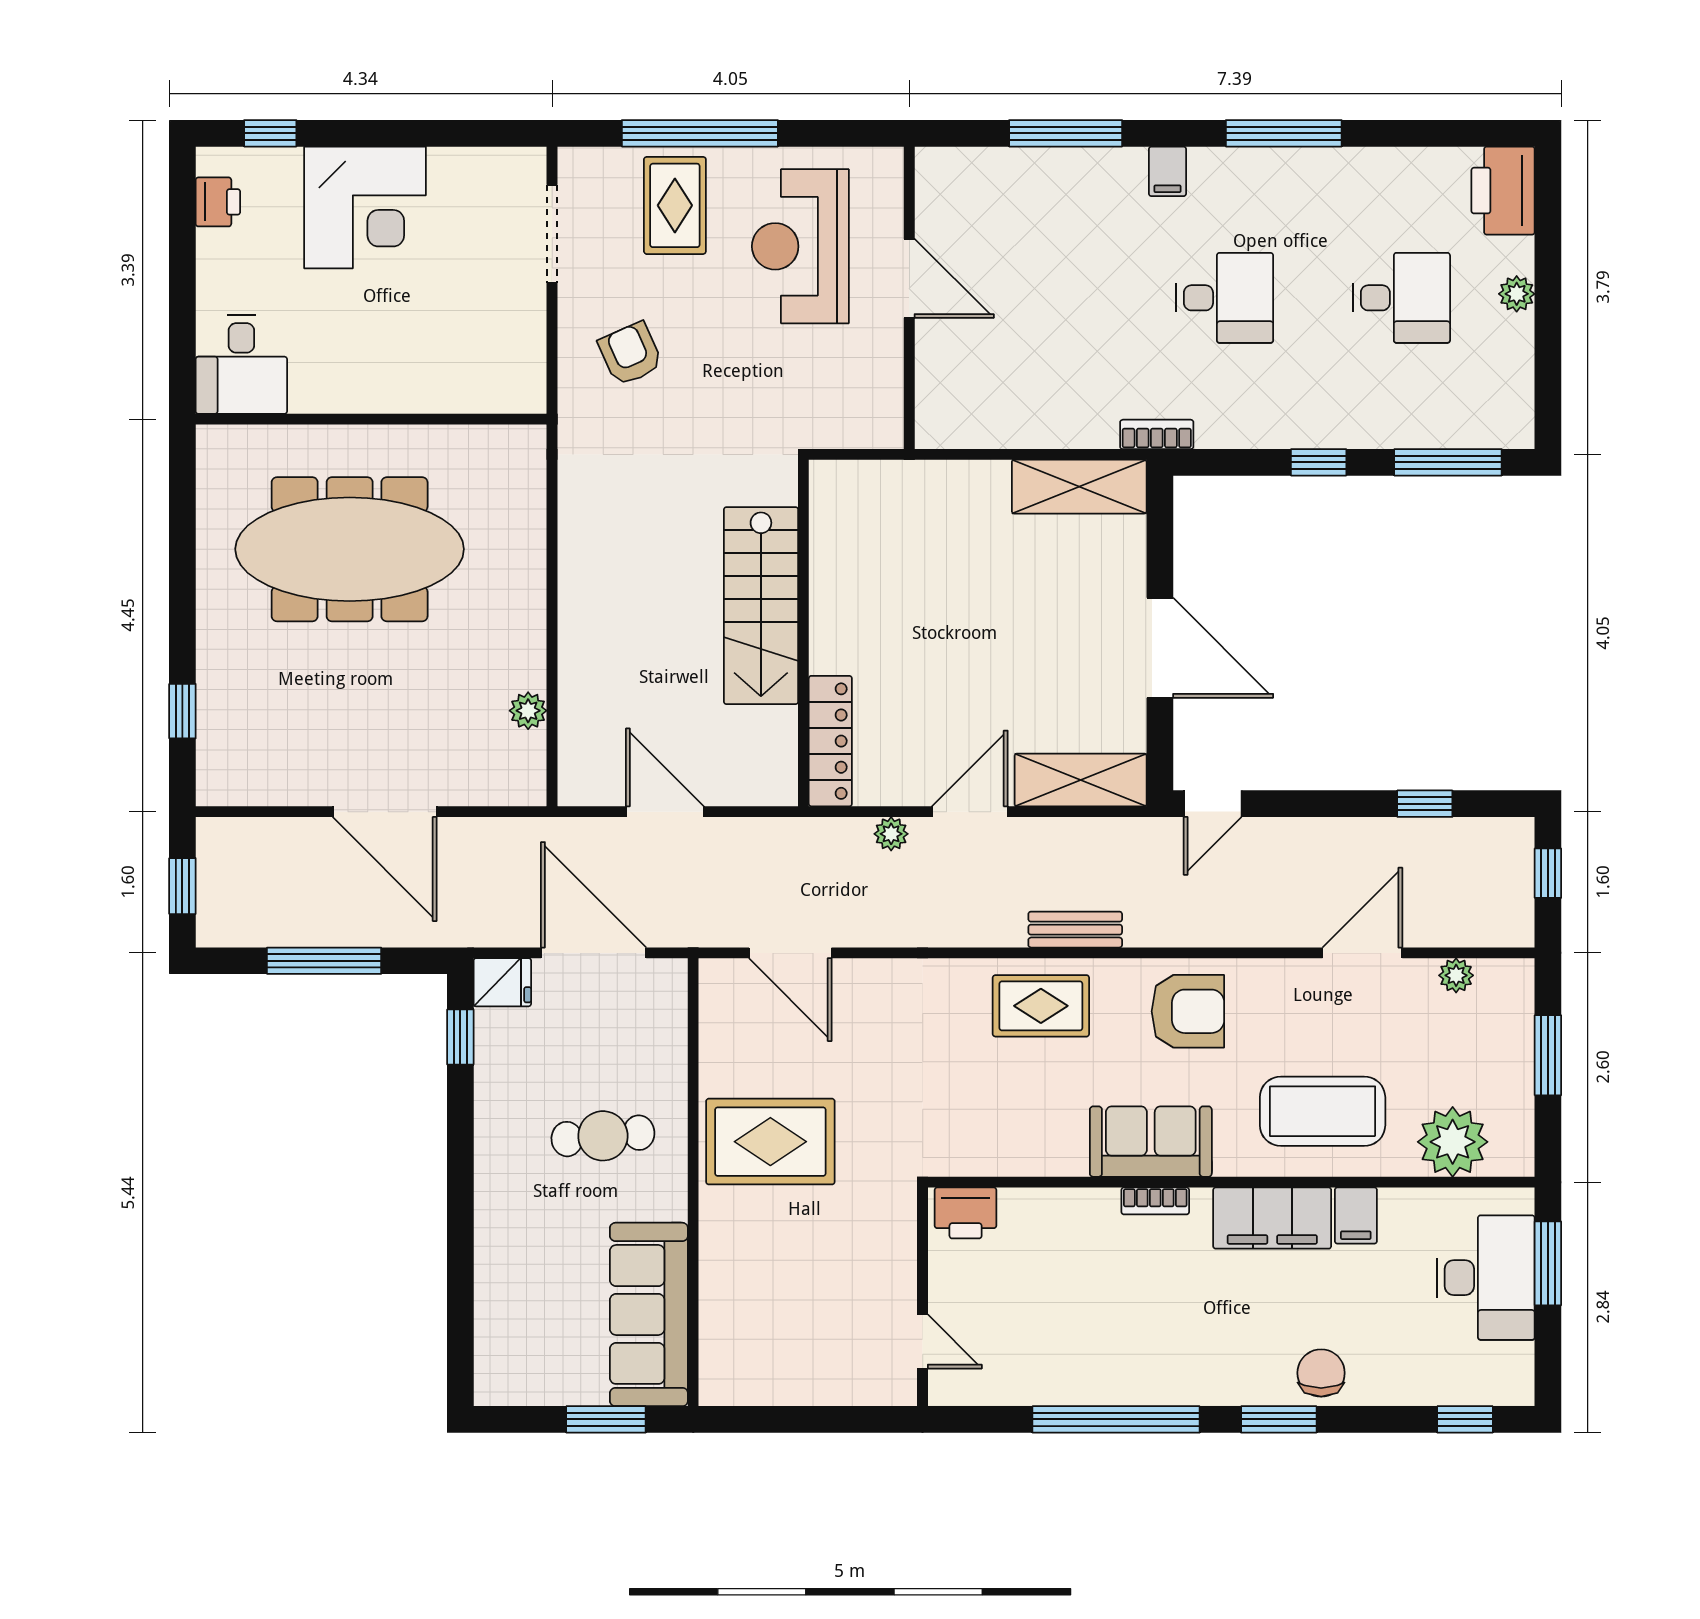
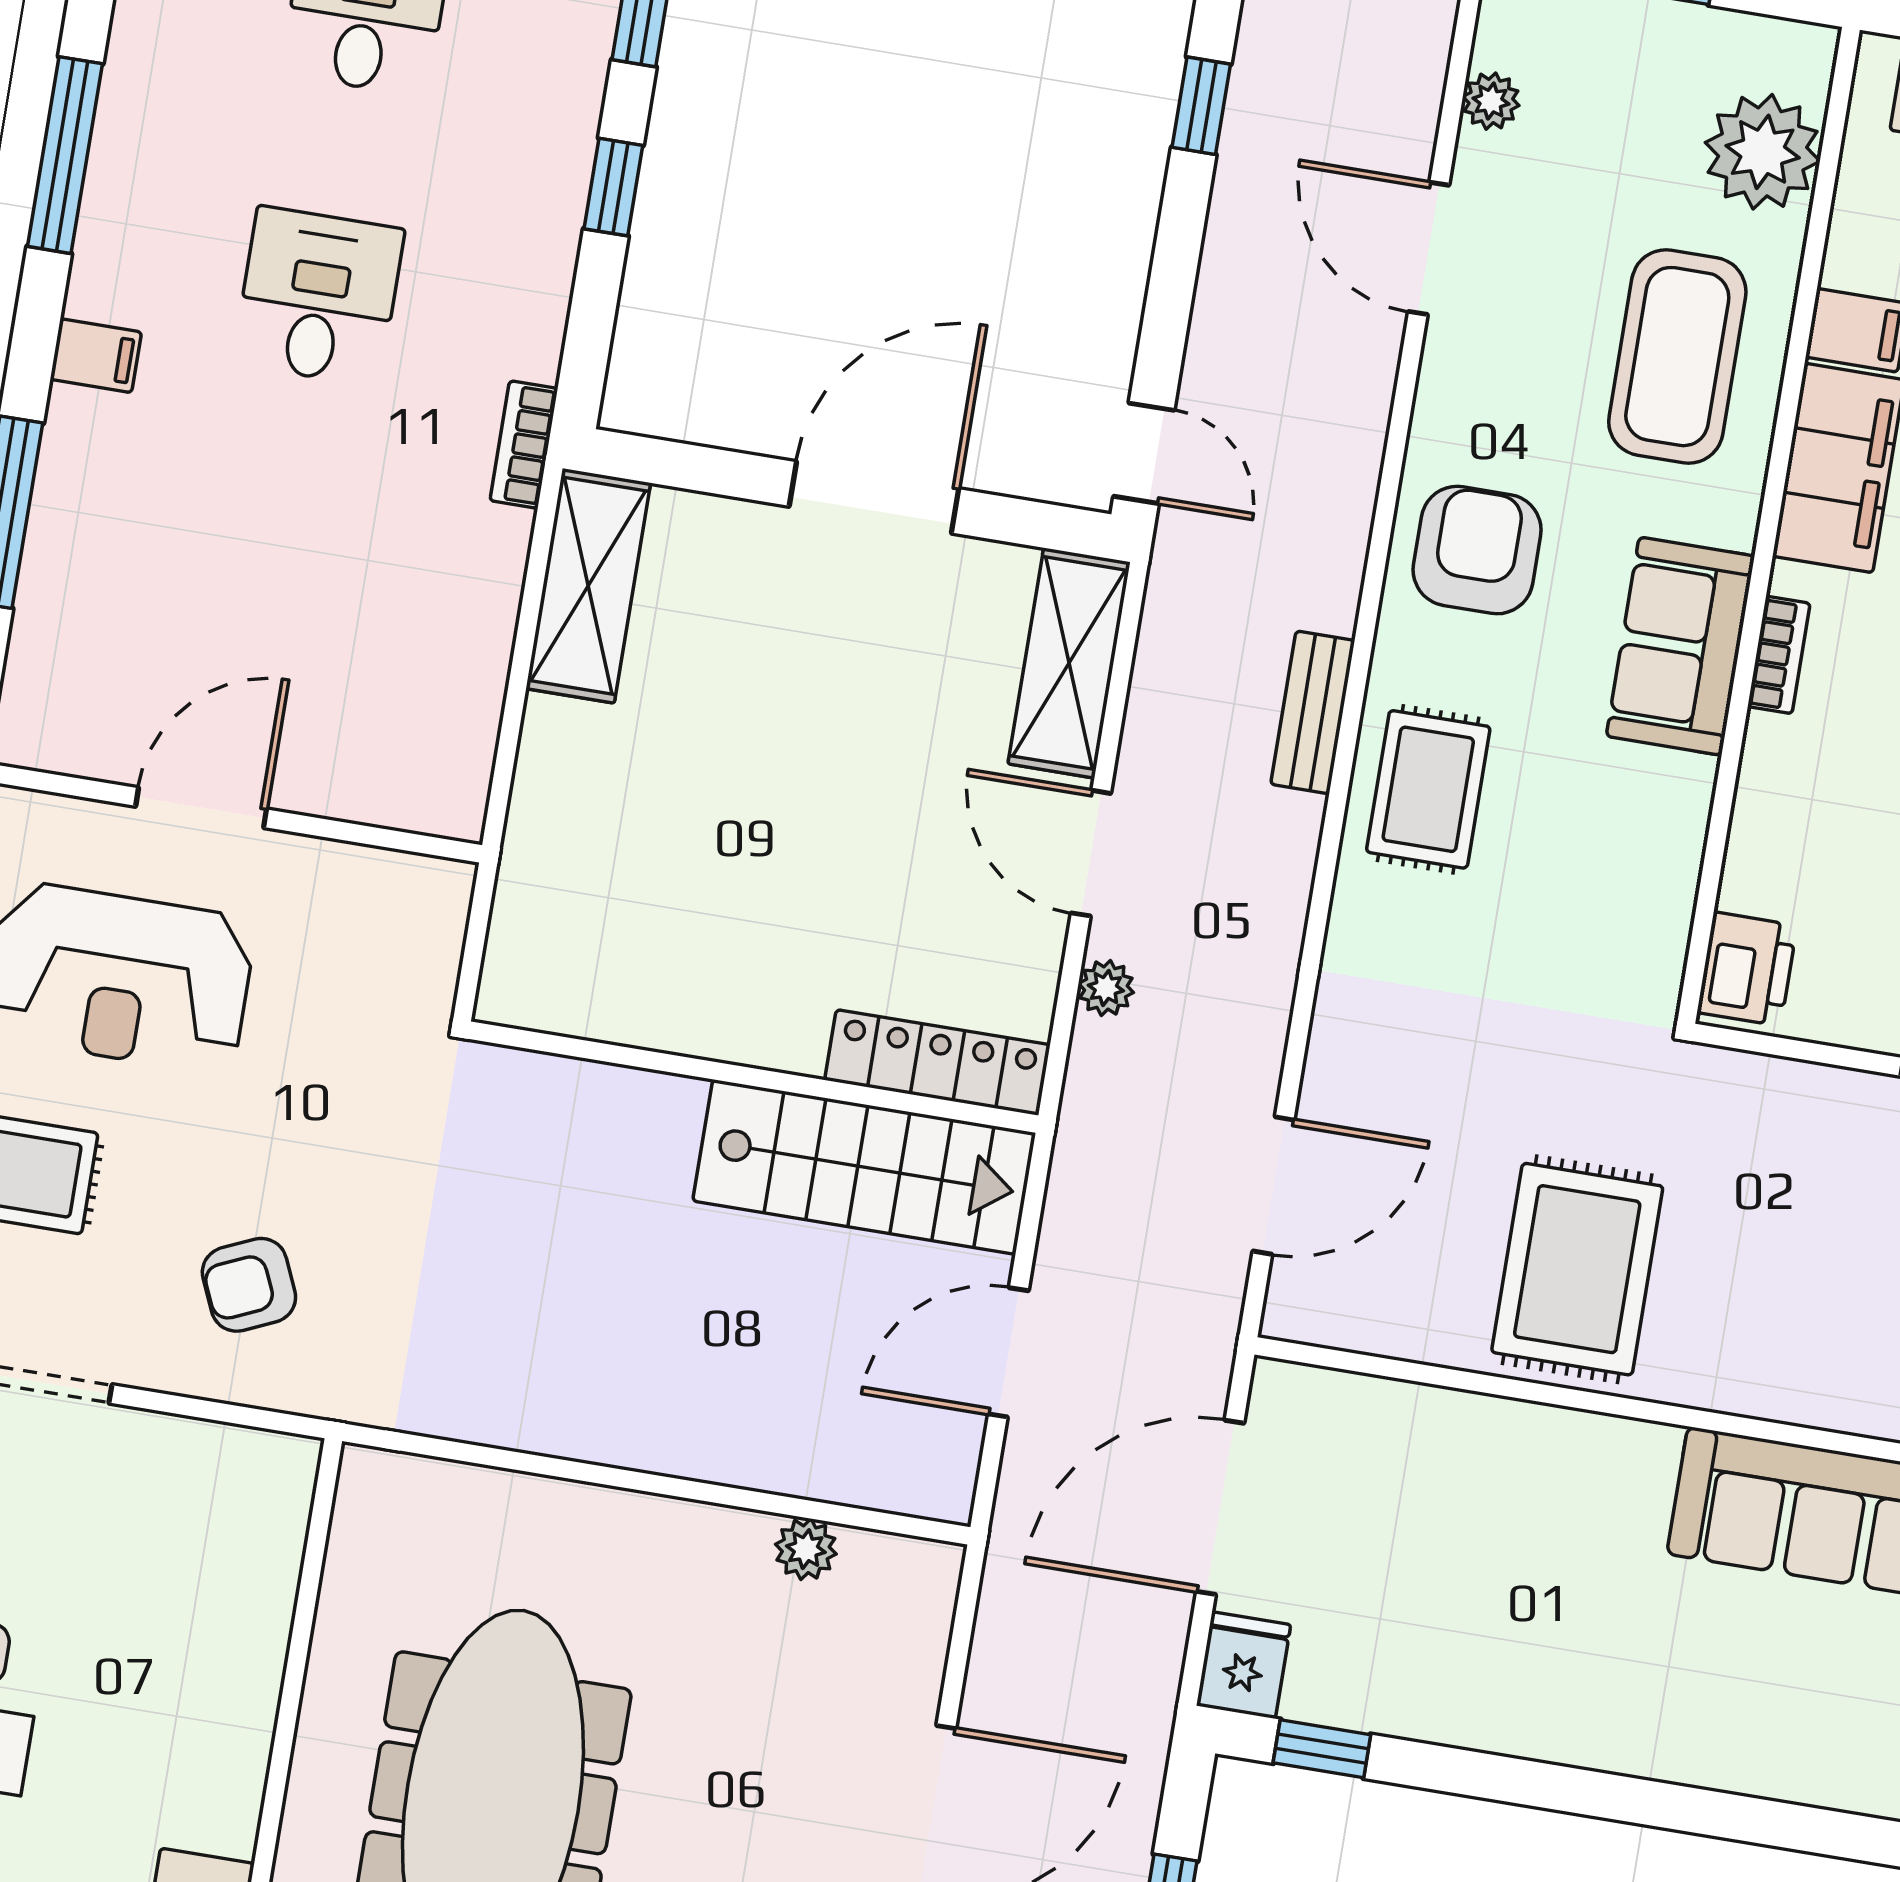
stairs: (761, 606) -> (864, 1167), moved
cafe table: (603, 1136) -> (1522, 1542), removed

